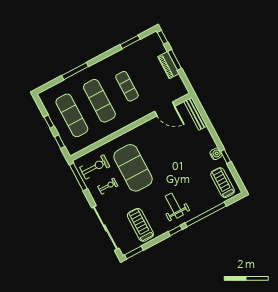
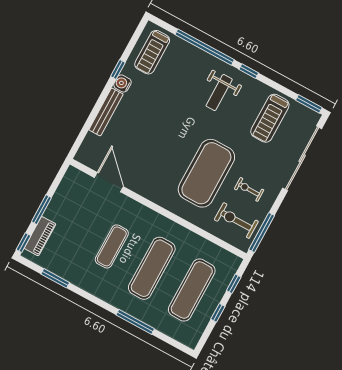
piano: (168, 65) -> (40, 236), moved
bench: (195, 114) -> (106, 112), moved

